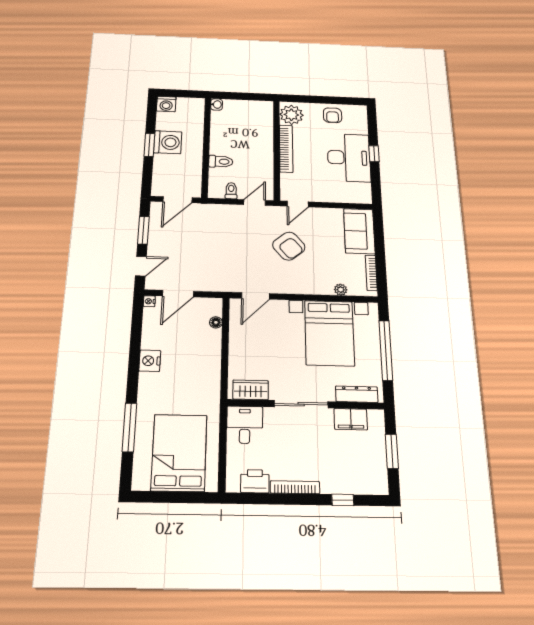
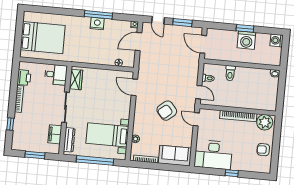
desk: (349, 158) -> (213, 155), moved
door: (178, 294) -> (139, 42), hinge flipped
bed with nightstands: (329, 333) -> (107, 135), width x0.73
window: (130, 427) -> (98, 15), moved

